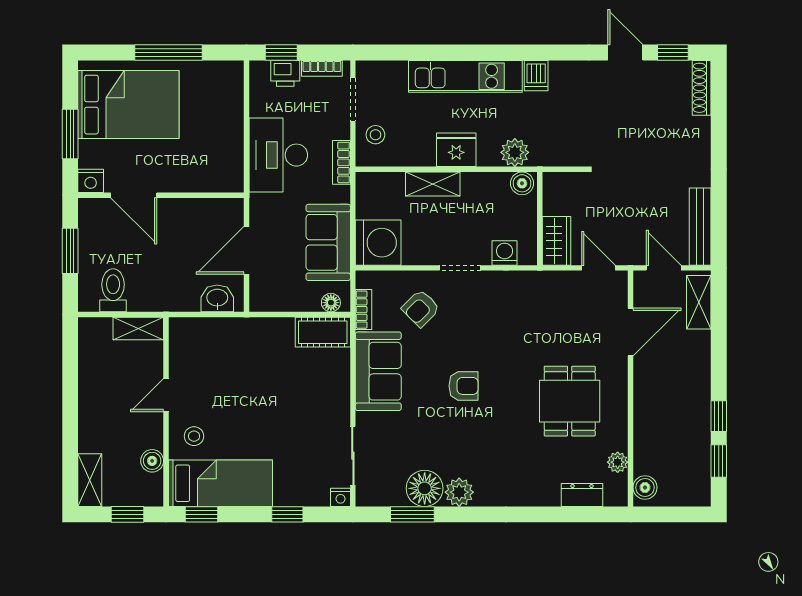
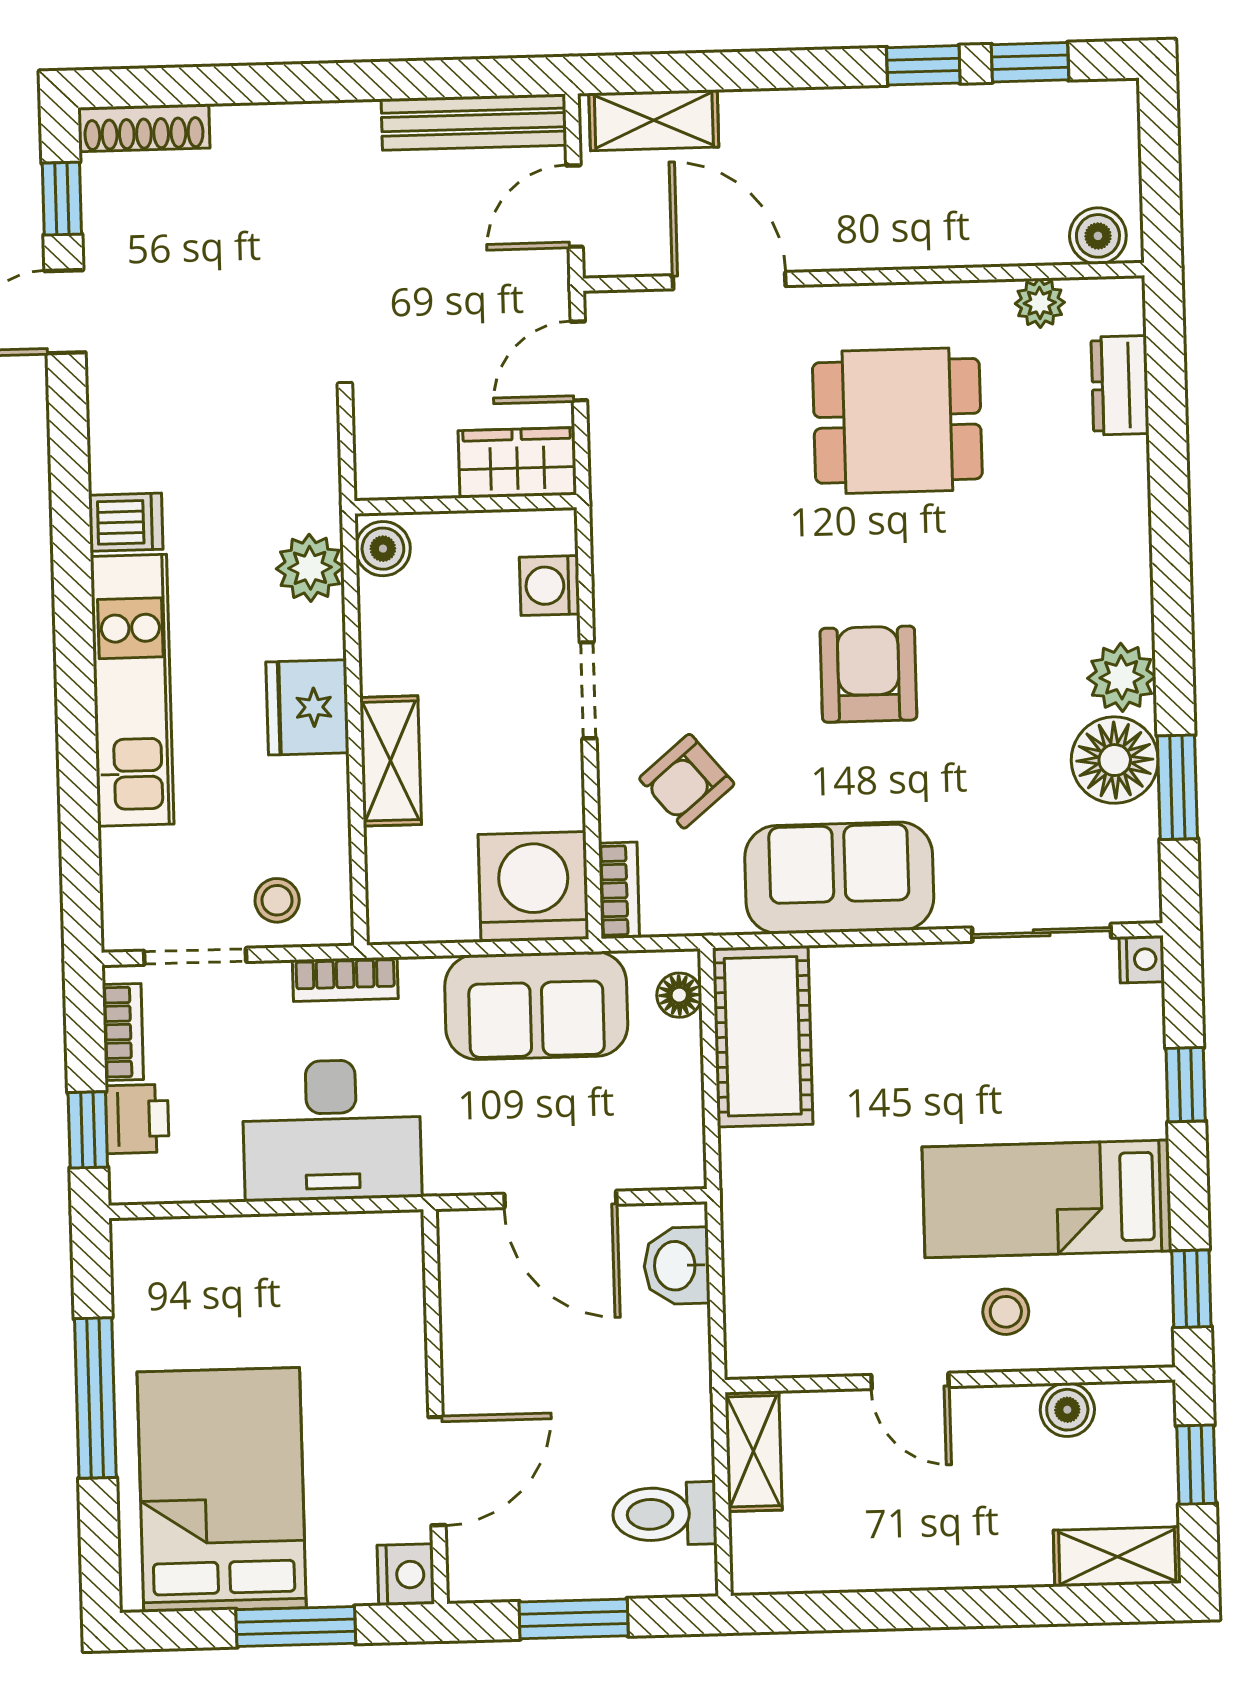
armchair: (421, 308) -> (687, 781), turned 95
bookcase: (364, 310) -> (619, 890), moved, turned 90
cot: (323, 332) -> (763, 1036), width x1.37, depth x1.34
armchair: (464, 386) -> (868, 674), width x1.38, depth x1.38
bed: (221, 483) -> (1047, 1199), moved, turned -90

